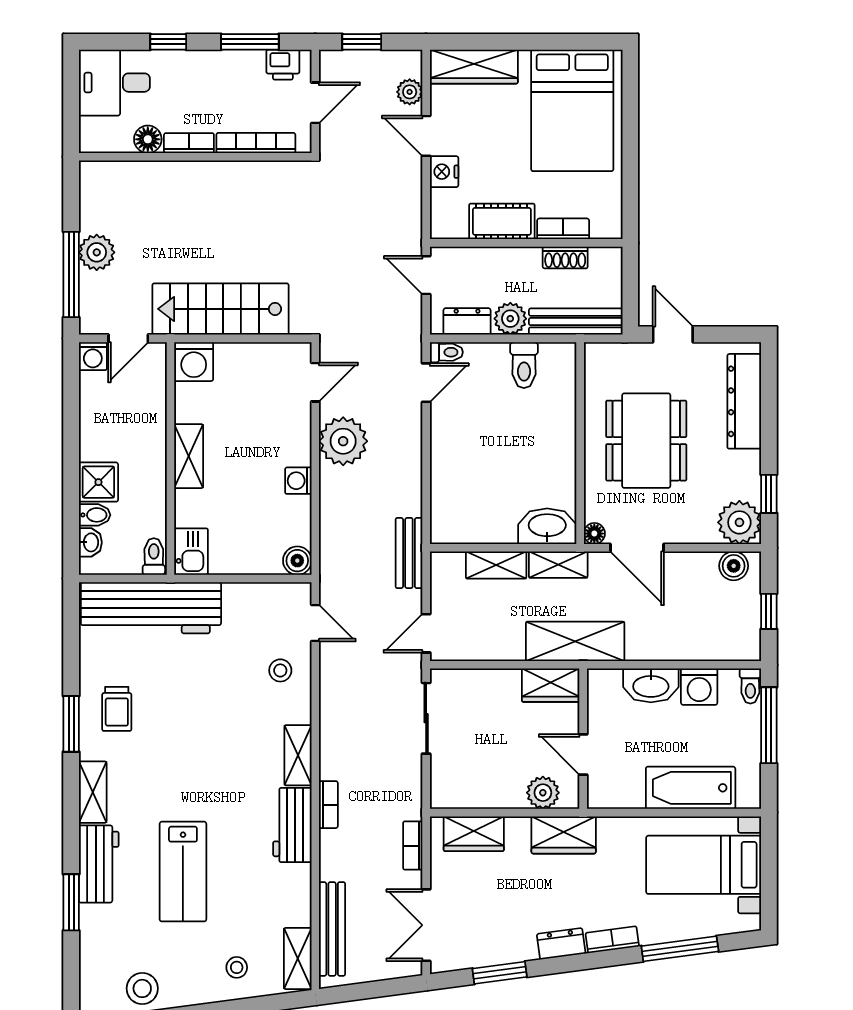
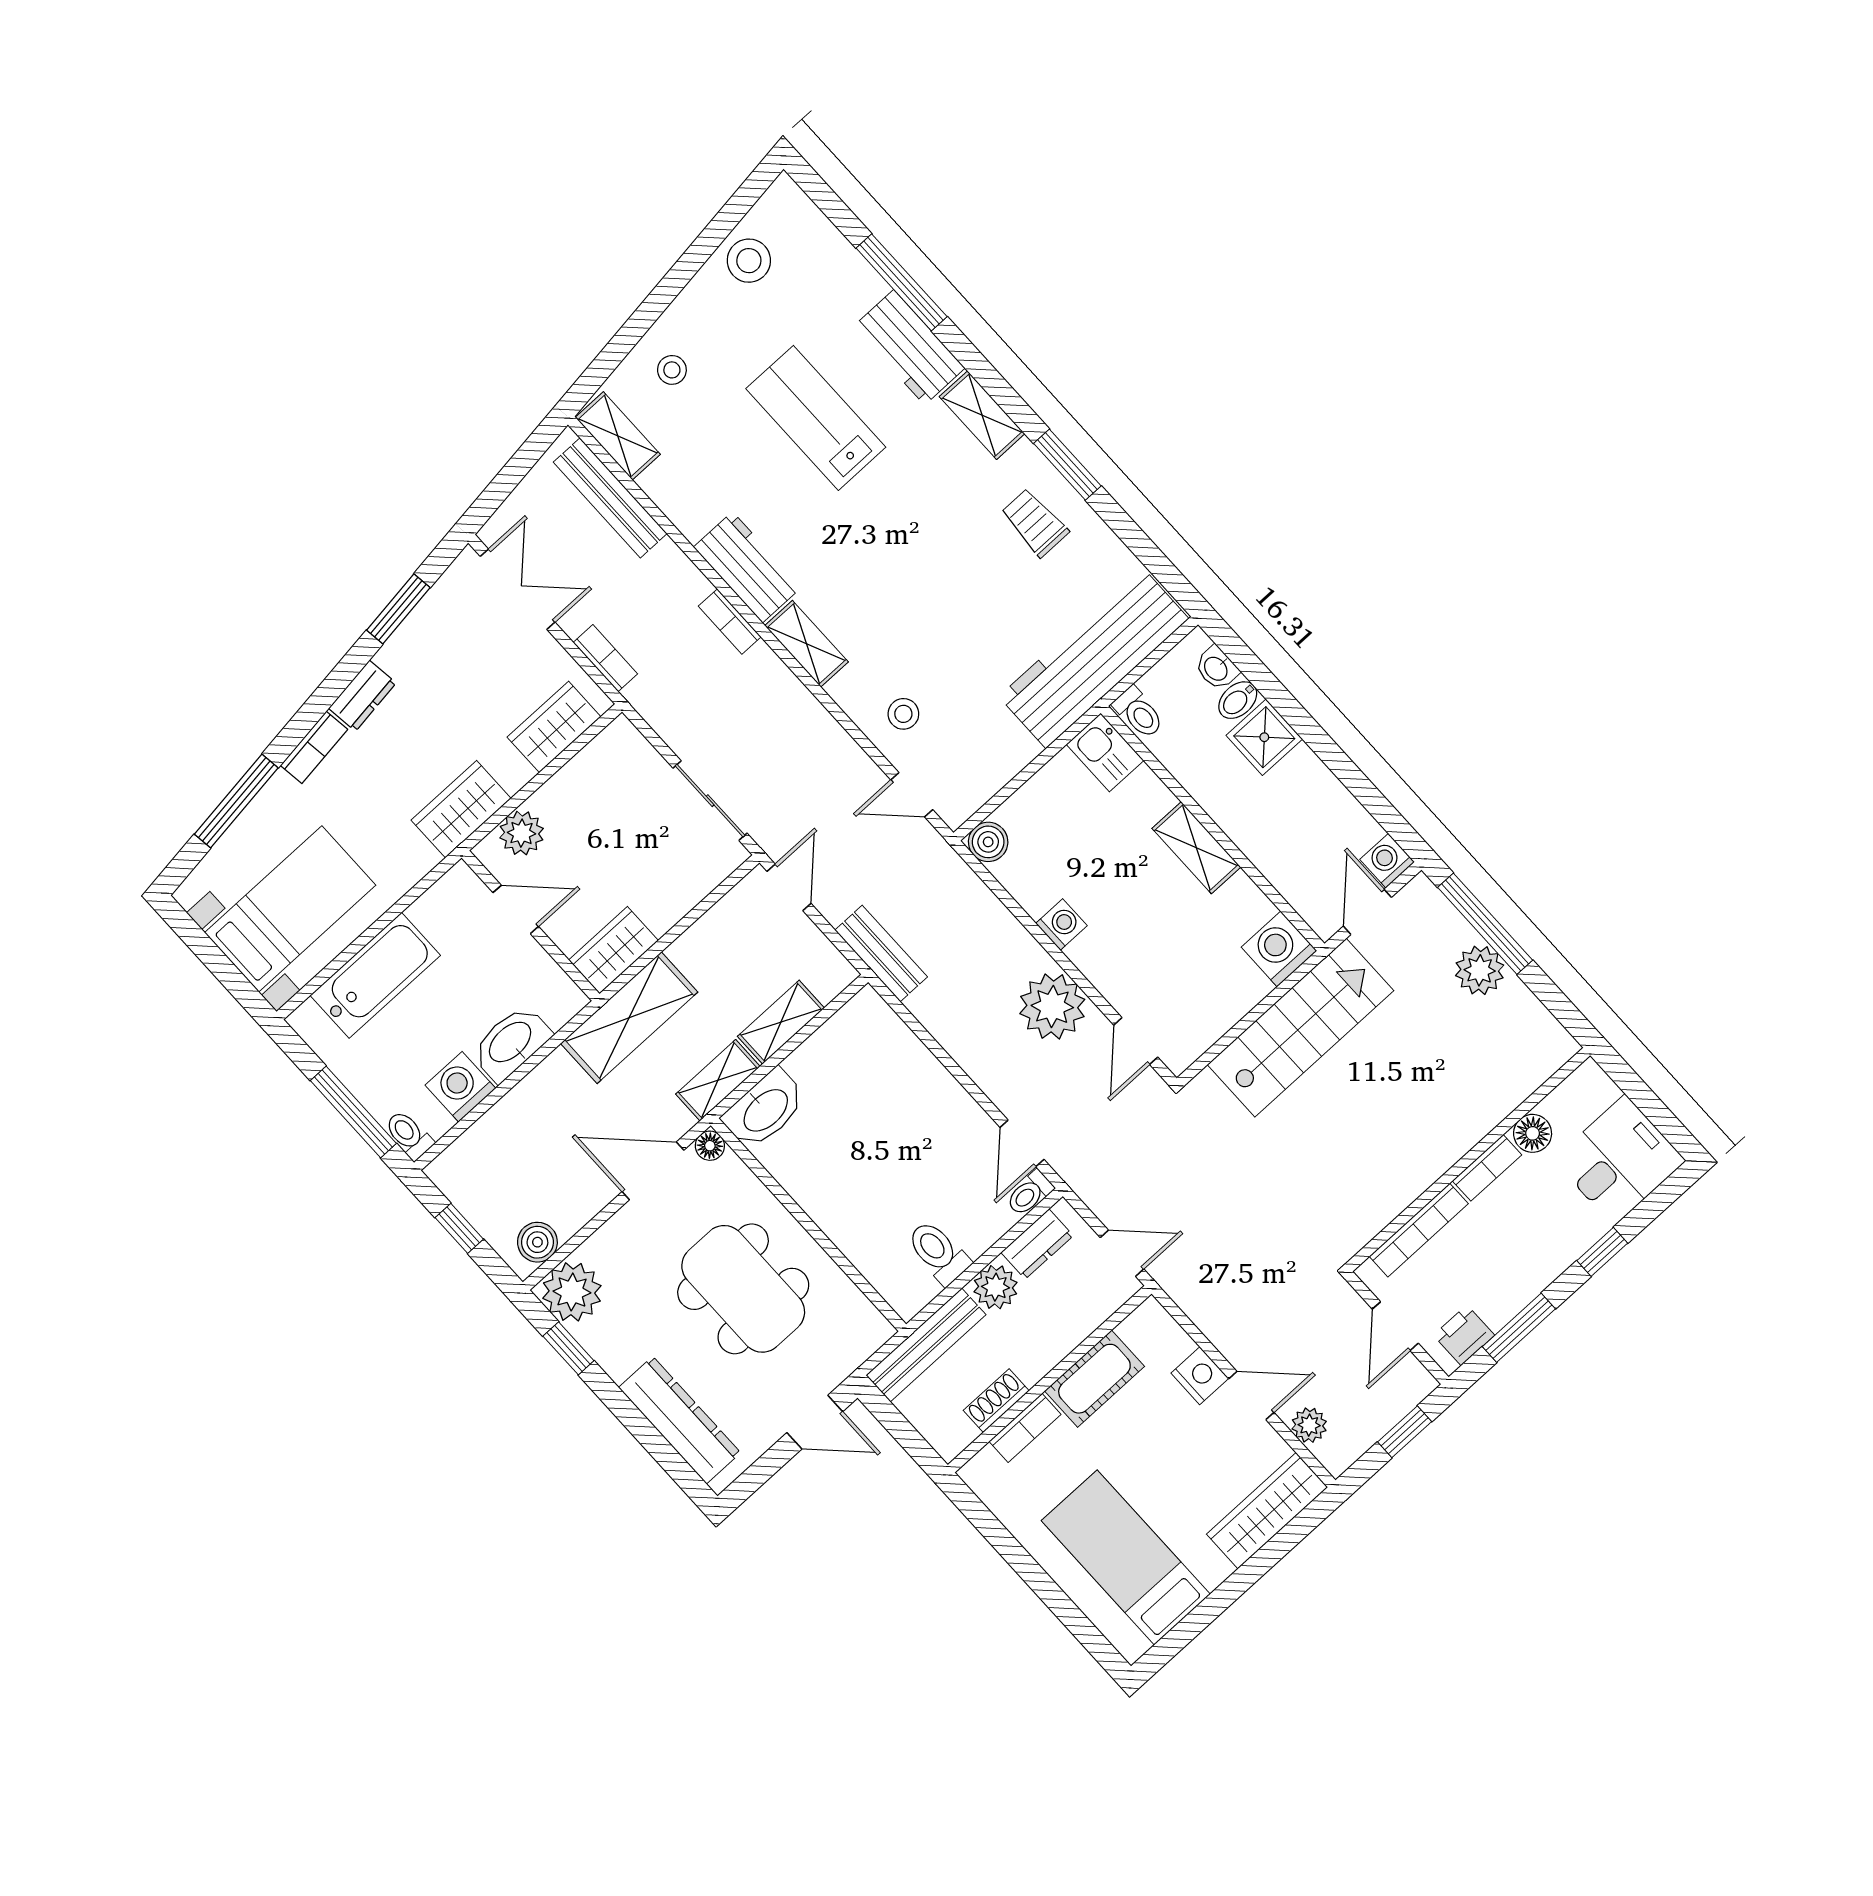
bed: (572, 110) -> (1126, 1557), width x0.67
window: (71, 902) -> (902, 282), width x1.44

